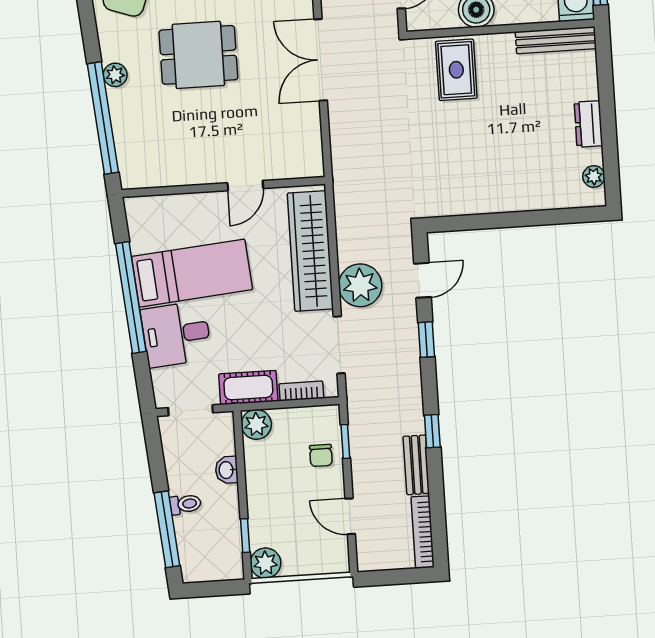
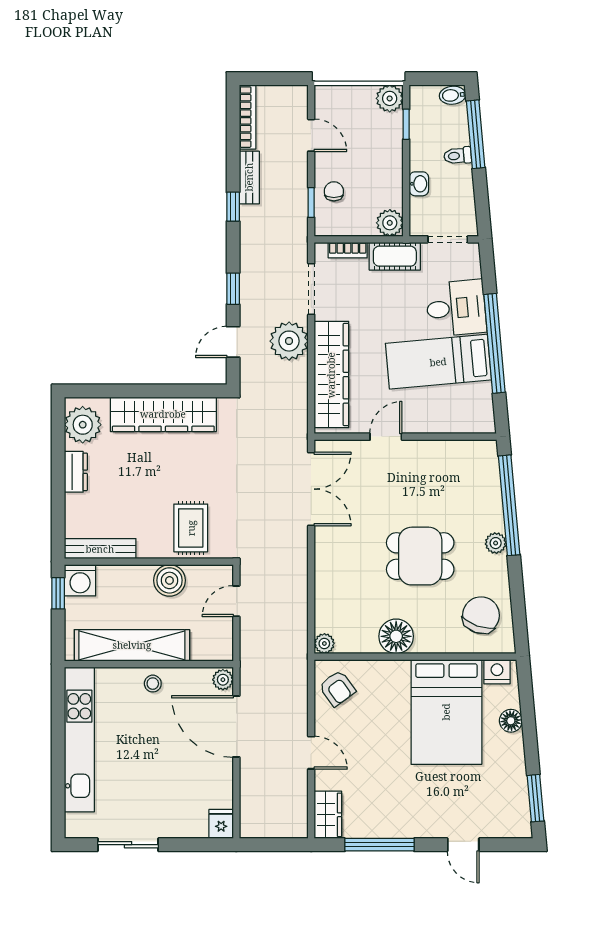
double door: (321, 60) -> (311, 489), moved
plant: (594, 176) -> (83, 425), width x1.88, depth x1.88
wardrobe: (495, 194) -> (163, 414), added
bidet: (196, 571) -> (453, 95), added

